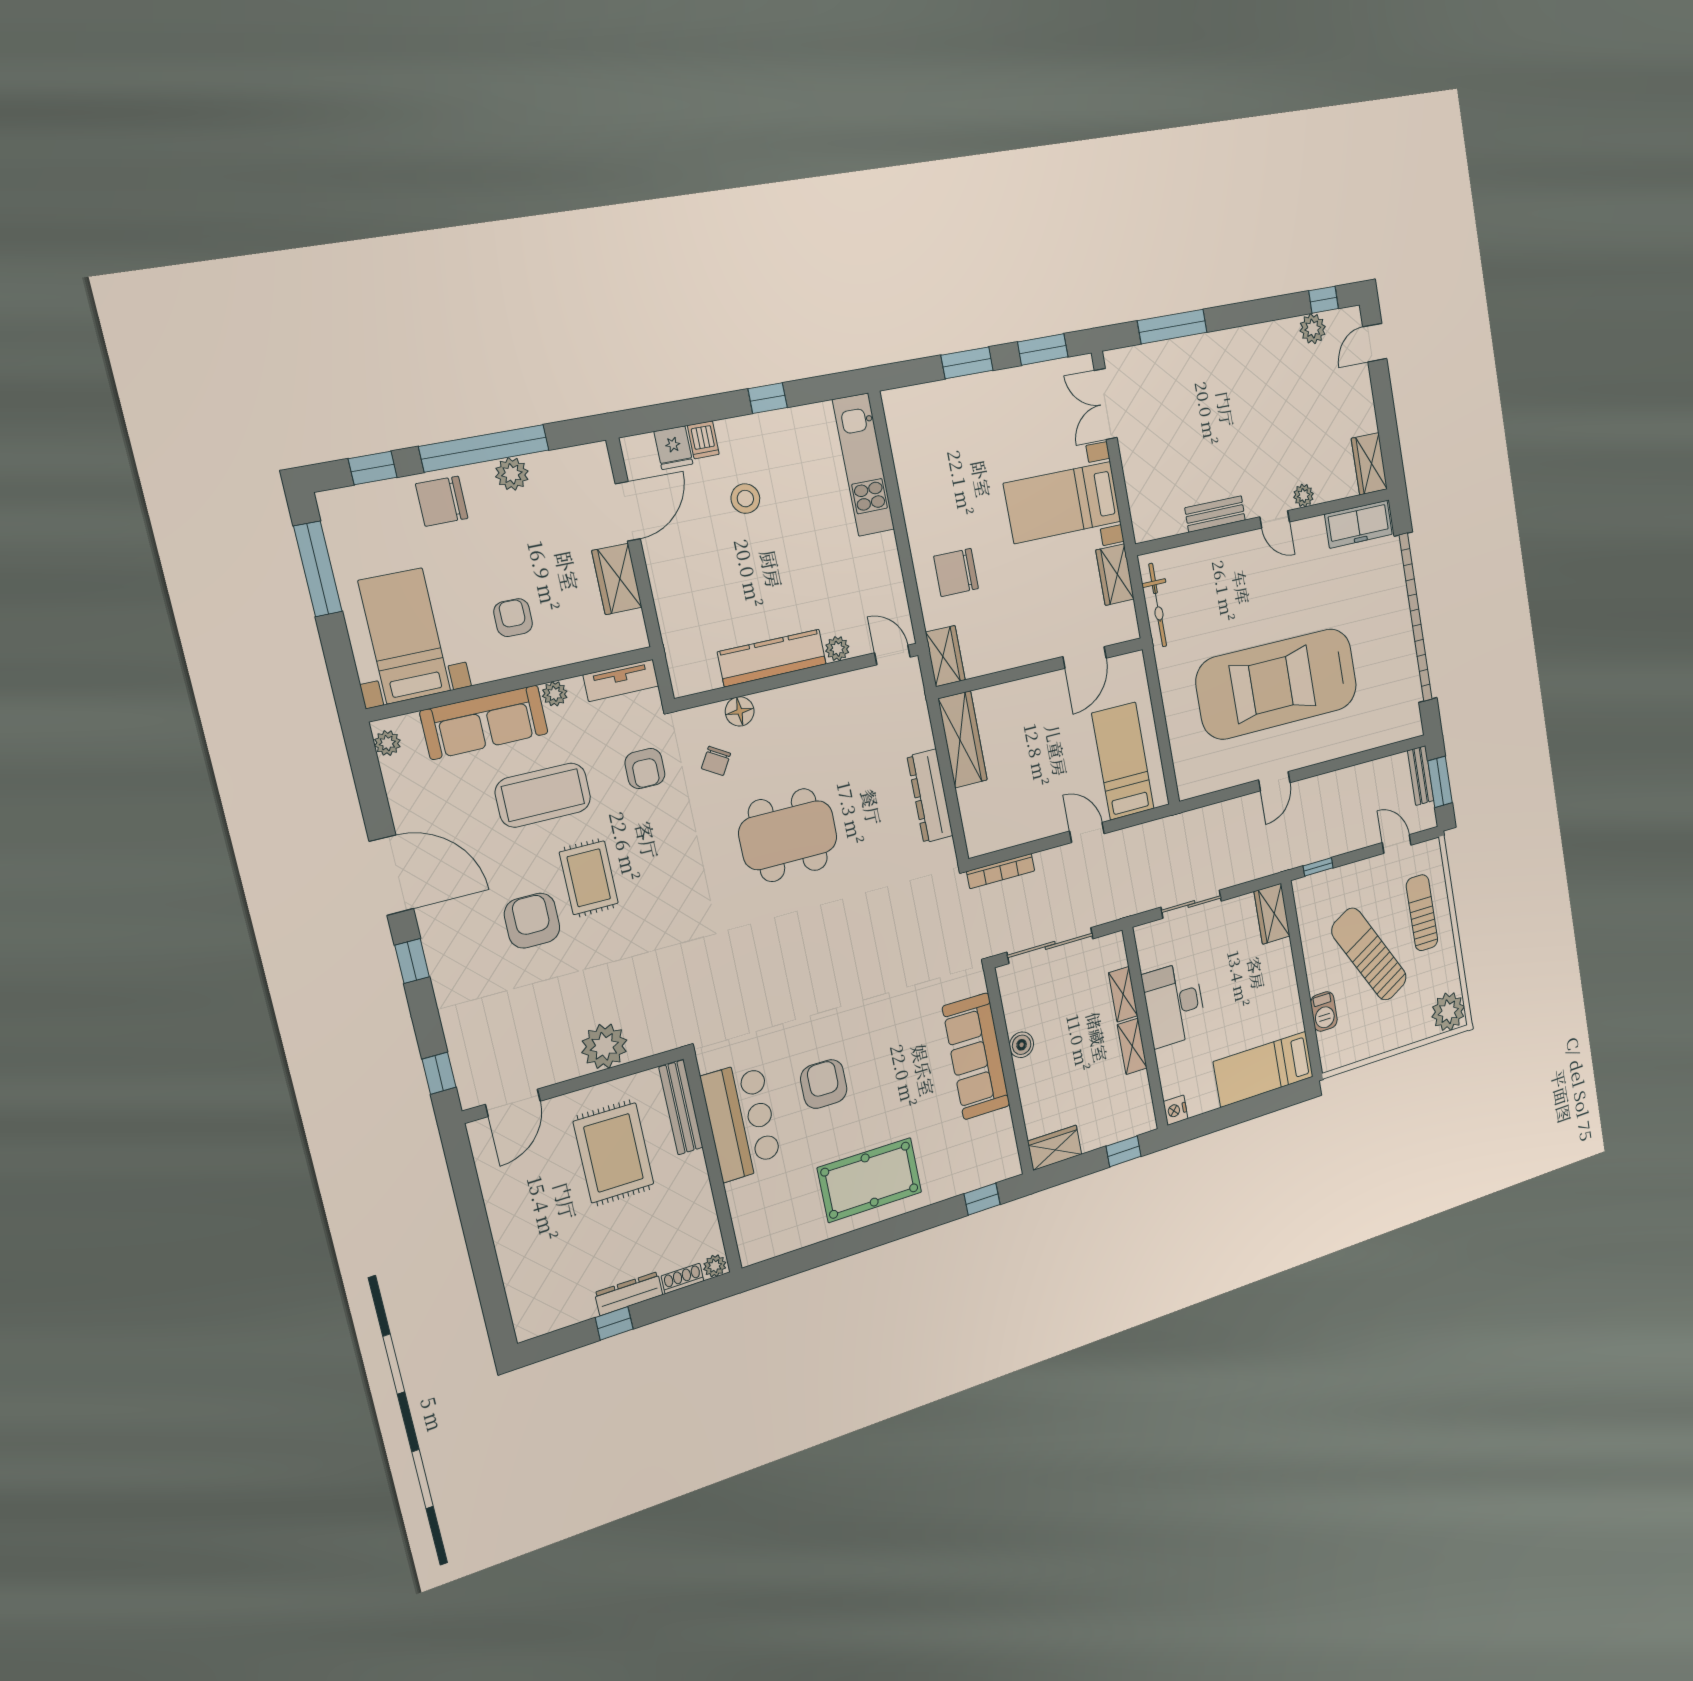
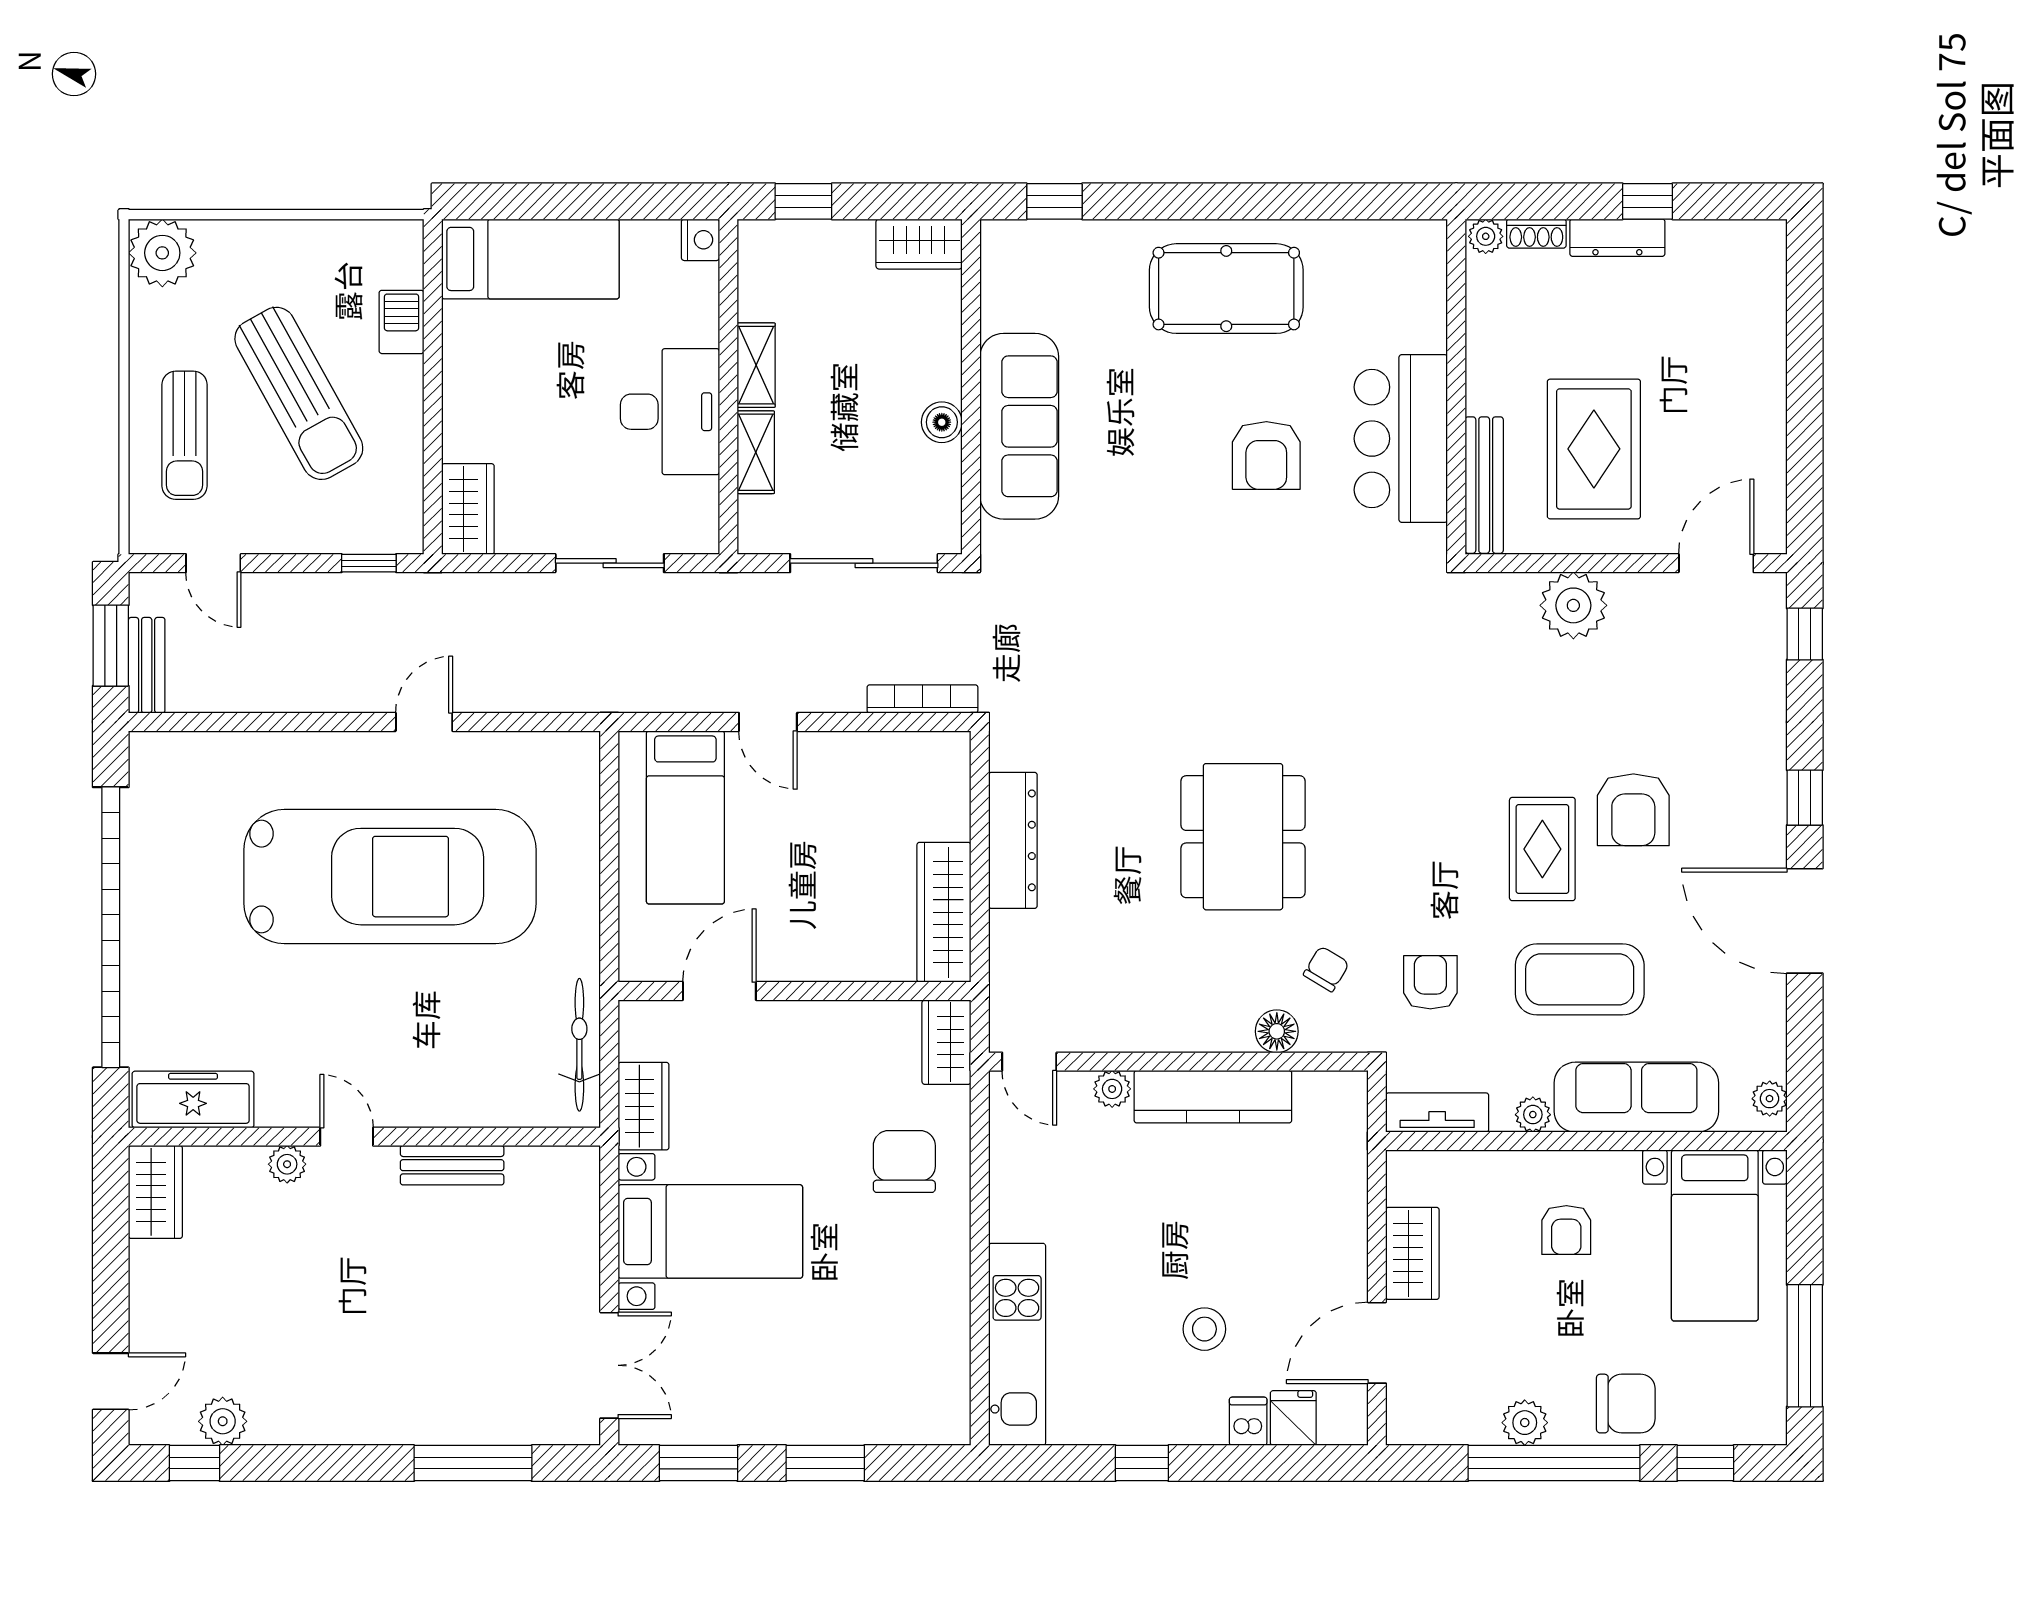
chair: (956, 572) -> (904, 1162), turned -90
dining table: (788, 835) -> (1243, 837), turned 90

